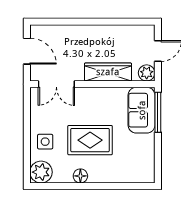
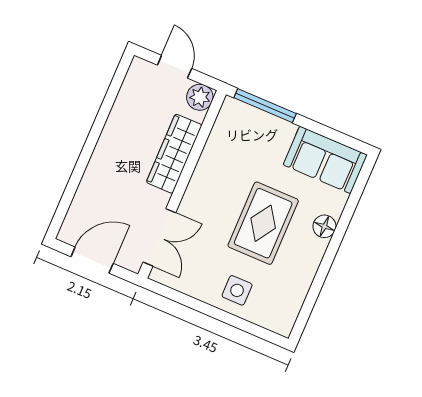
sofa: (142, 110) -> (325, 160), moved
plant: (41, 172) -> (279, 316), removed
floor lamp: (80, 176) -> (324, 226), moved

